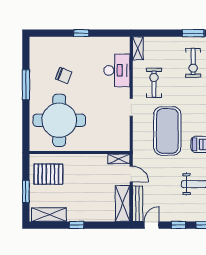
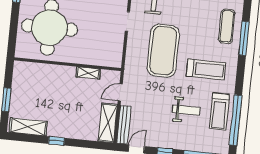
shelving: (119, 159) -> (88, 73), moved
pallet: (48, 174) -> (32, 84), removed
door: (131, 174) -> (120, 92), swing flipped

